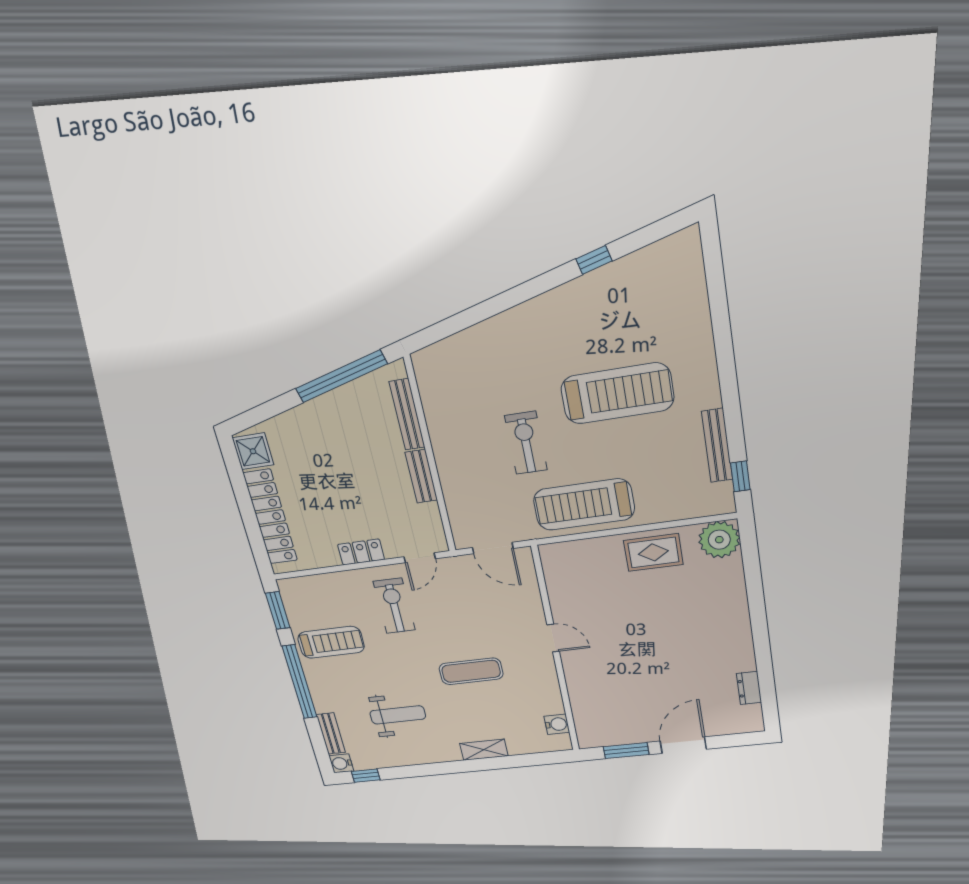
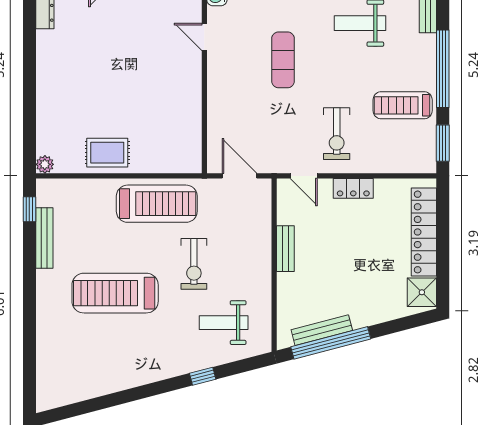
window: (594, 260) -> (203, 376), moved
weight bench: (476, 379) -> (224, 323), added
bench: (407, 415) -> (322, 330), moved, turned 75
plant: (719, 540) -> (45, 164), width x0.53, depth x0.53
door: (420, 558) -> (304, 176), swing flipped
door: (553, 638) -> (204, 37), moved
exercise mat: (471, 671) -> (283, 60), turned 90

